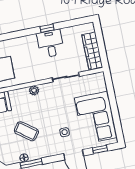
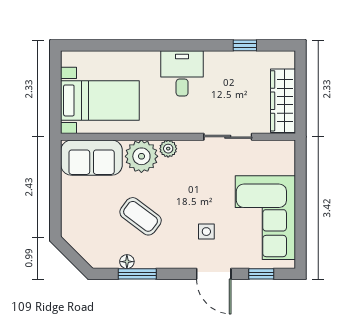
window: (47, 28) -> (245, 45), moved
desk: (50, 44) -> (182, 73), moved
plant: (20, 98) -> (141, 156), added

